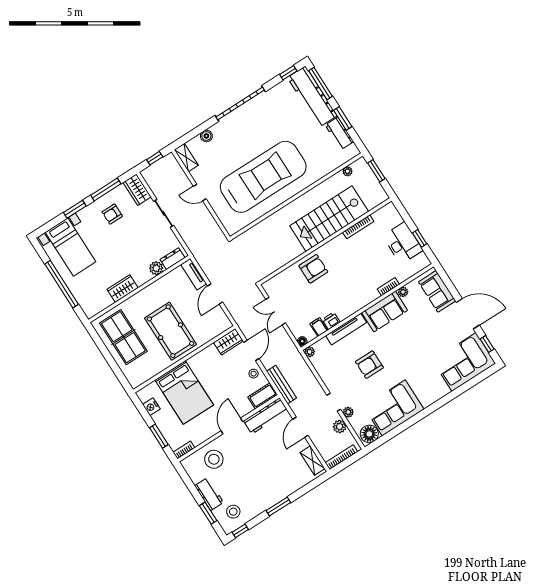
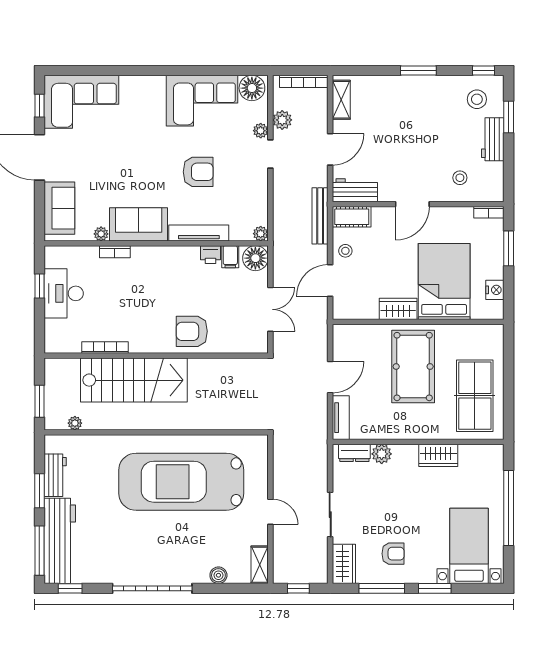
floor lamp: (302, 341) -> (255, 258), width x1.89, depth x1.89
wardrobe: (228, 342) -> (398, 309), moved
workbench: (266, 416) -> (355, 190), width x0.73
stool: (214, 459) -> (460, 178), width x0.53, depth x0.53

